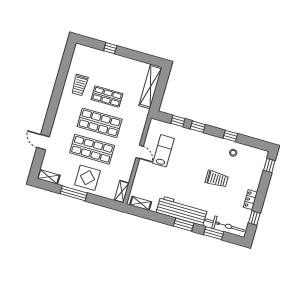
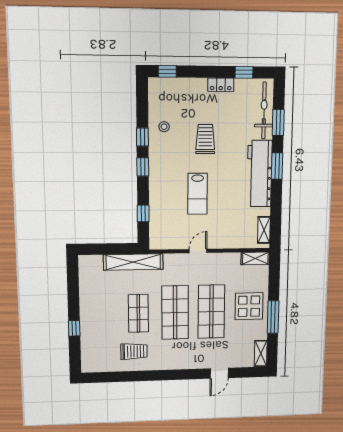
shelving: (150, 86) -> (133, 262), moved
window: (198, 127) -> (143, 167), moved
lab bench: (164, 151) -> (198, 194), moved, turned -90

